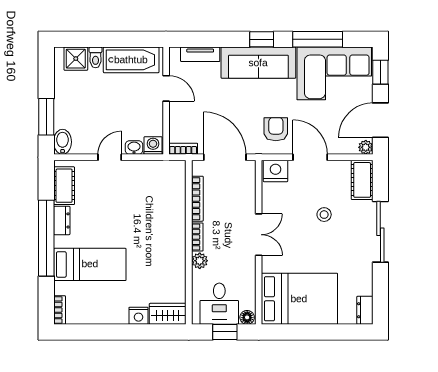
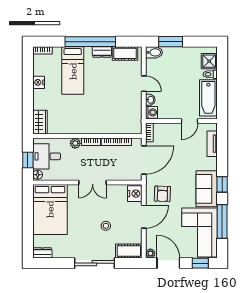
sofa: (258, 63) -> (207, 189), width x0.73
armchair: (276, 129) -> (162, 194), turned 92
nightstand: (138, 316) -> (39, 82), moved

